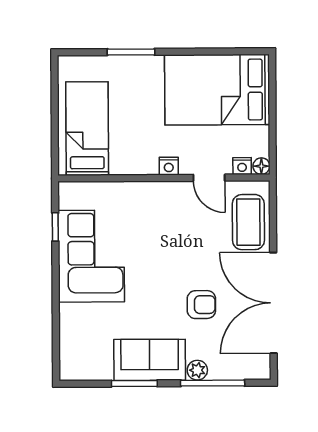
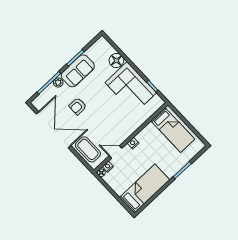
bed: (217, 90) -> (145, 189), width x0.67
floor lamp: (74, 320) -> (116, 61), added

